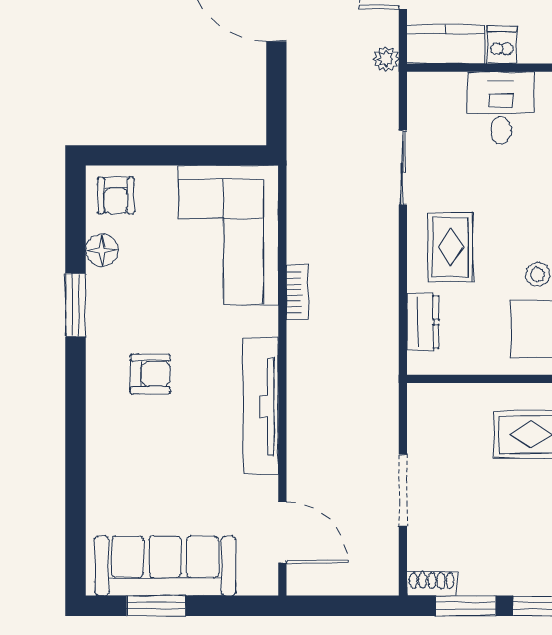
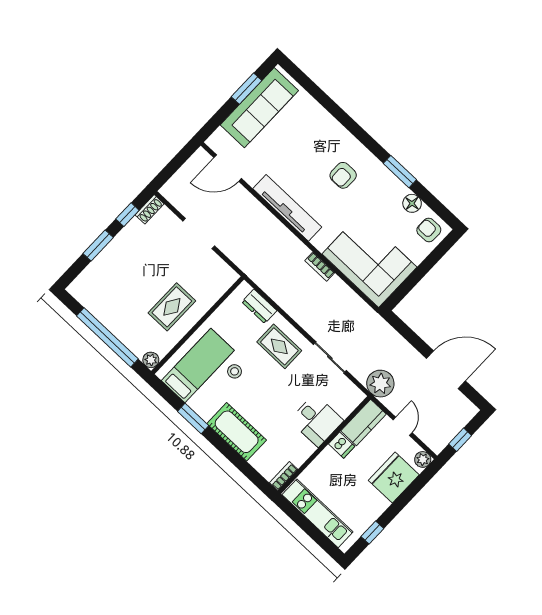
plant: (386, 59) -> (380, 384), width x1.87, depth x1.87
window: (466, 606) -> (127, 215), width x0.67

